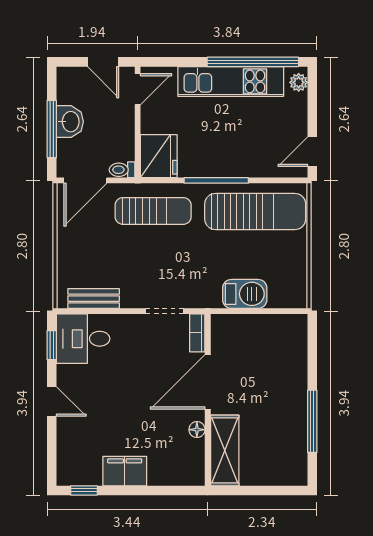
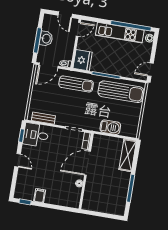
shelving: (225, 450) -> (128, 155), moved
filing cabinet: (125, 471) -> (40, 196), width x0.50

